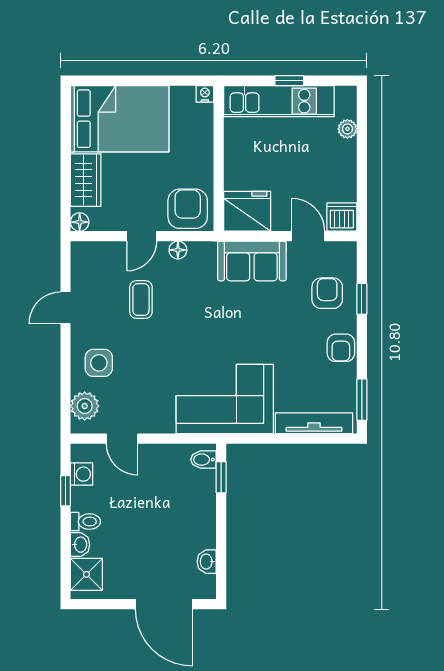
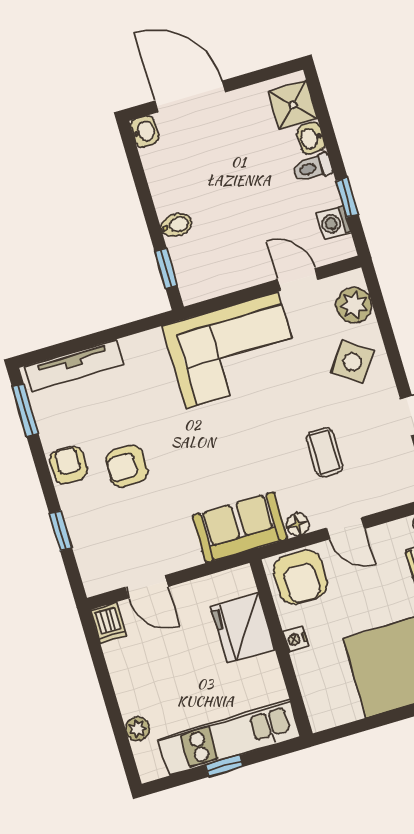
nightstand: (205, 94) -> (296, 639), moved, turned 90
fridge: (247, 211) -> (243, 628), moved, turned 90
dishwasher: (342, 217) -> (108, 623), width x0.73
door: (142, 236) -> (346, 528), swing flipped
sofa: (252, 261) -> (240, 527), moved
armchair: (327, 293) -> (127, 466), moved, turned 90
side table: (99, 363) -> (352, 362), turned 35
corner sofa: (225, 399) -> (232, 350), moved
bidet: (203, 460) -> (176, 225), moved
washbasin: (207, 562) -> (145, 131), moved

